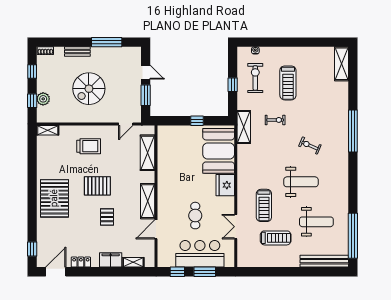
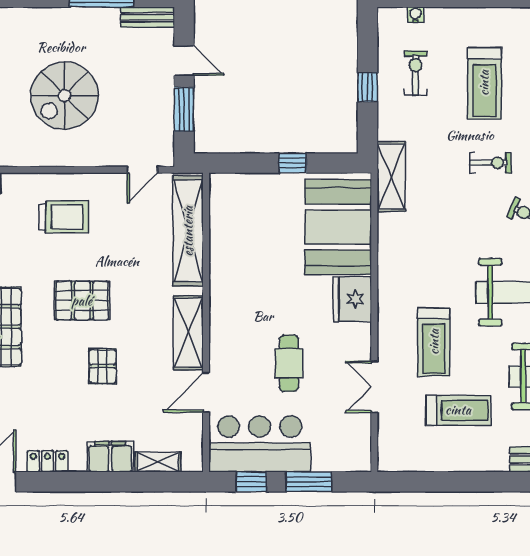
bench: (77, 52) -> (148, 17), moved
exercise bike: (255, 78) -> (416, 73), width x0.73, depth x0.72
exercise bike: (275, 120) -> (490, 163), moved
shelving: (148, 153) -> (188, 231), width x1.47
bar counter: (200, 254) -> (260, 444), moved

